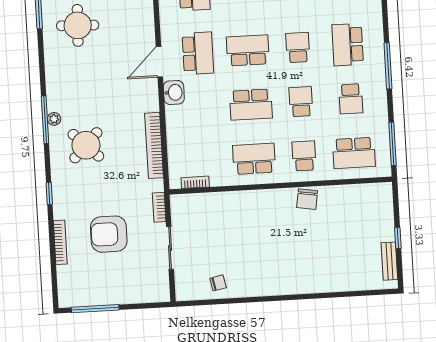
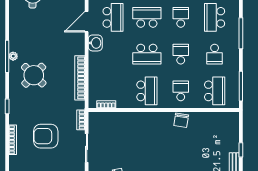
school desk: (354, 153) -> (215, 91), turned -90
school desk: (254, 159) -> (147, 91), turned 90

